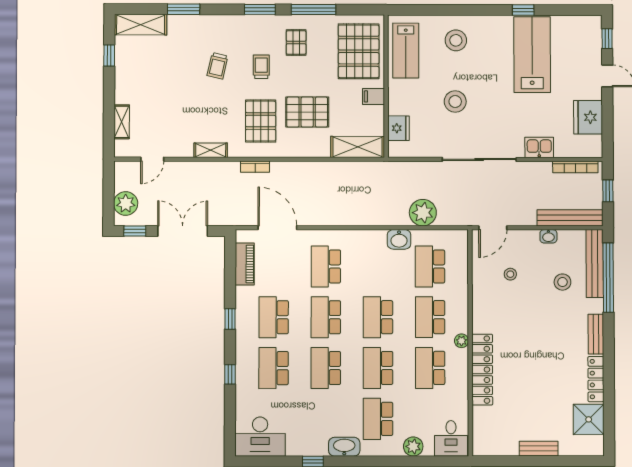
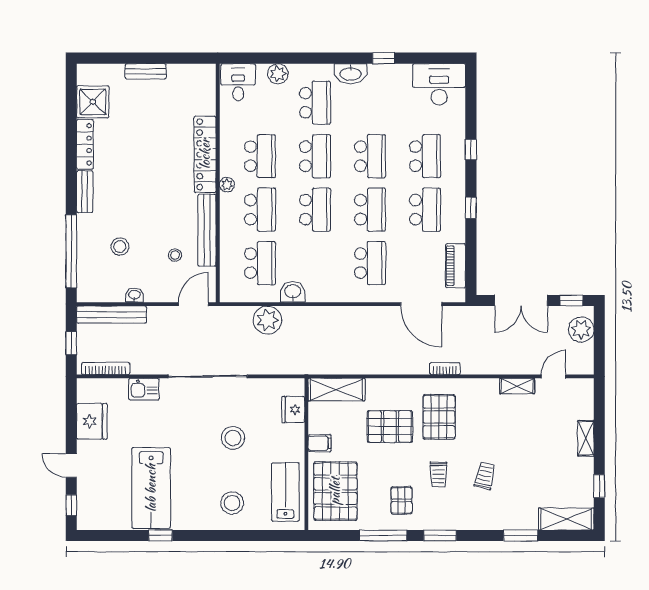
shelving: (122, 122) -> (586, 438), moved
shelving: (211, 150) -> (517, 386), moved
bench: (595, 264) -> (207, 230), moved

